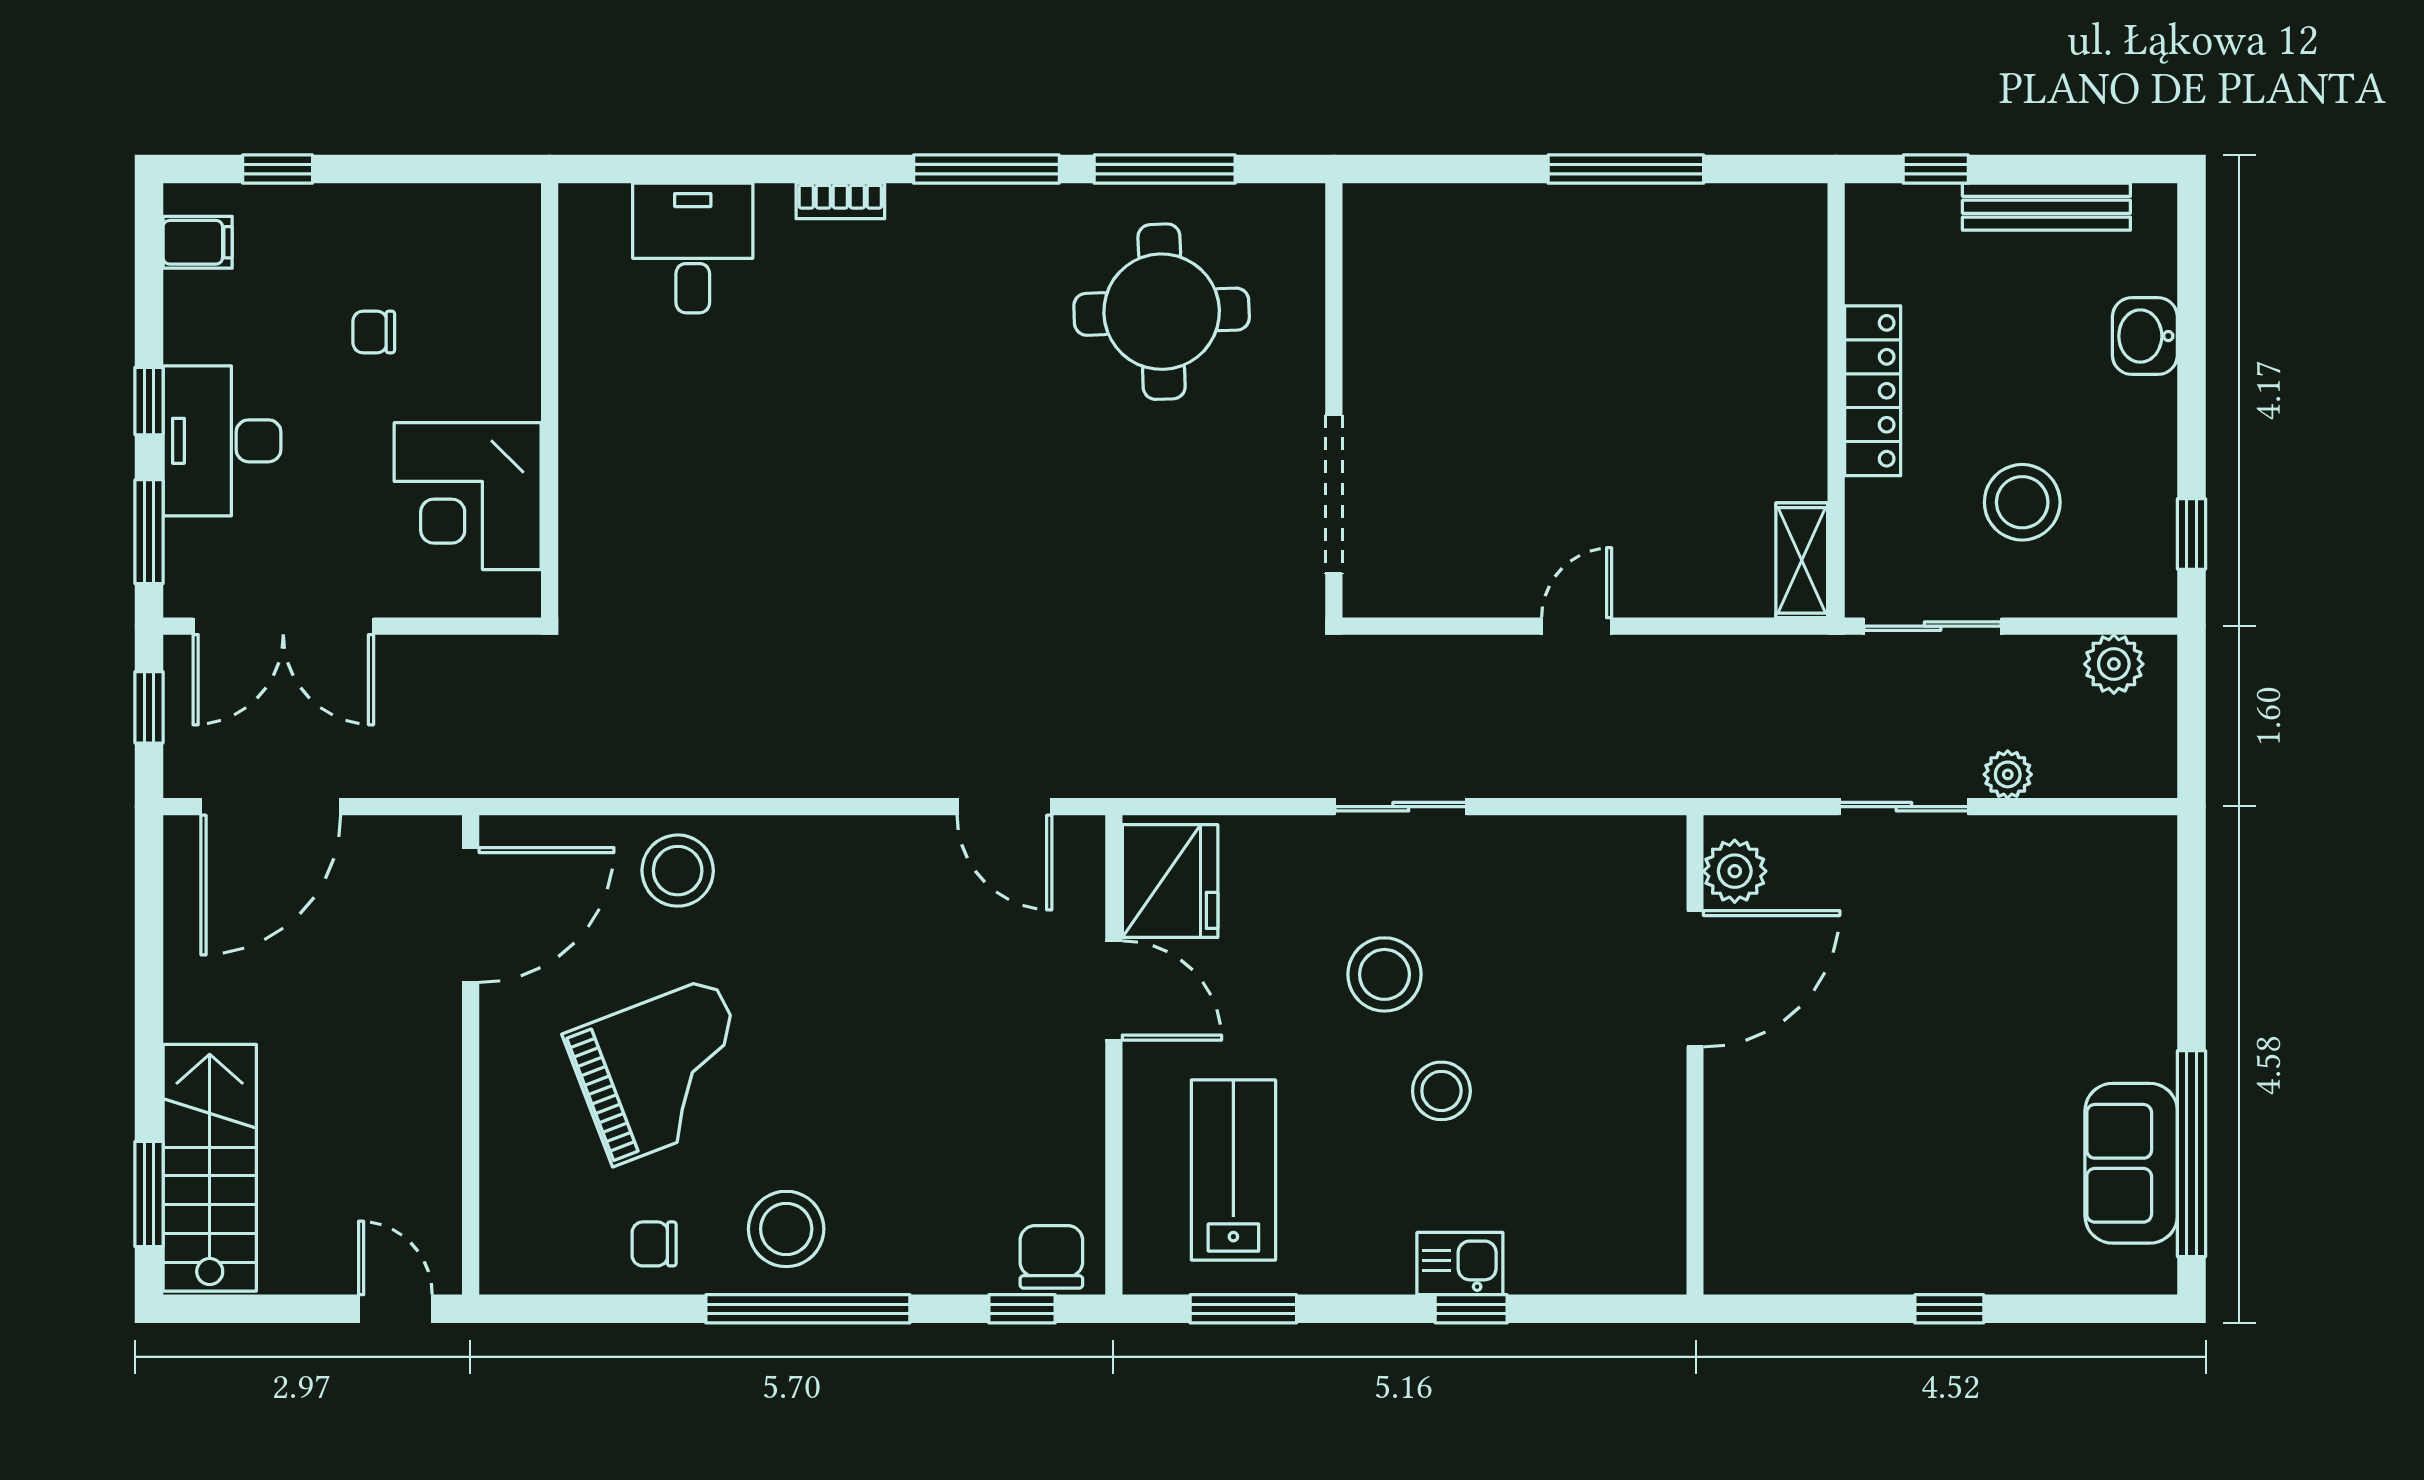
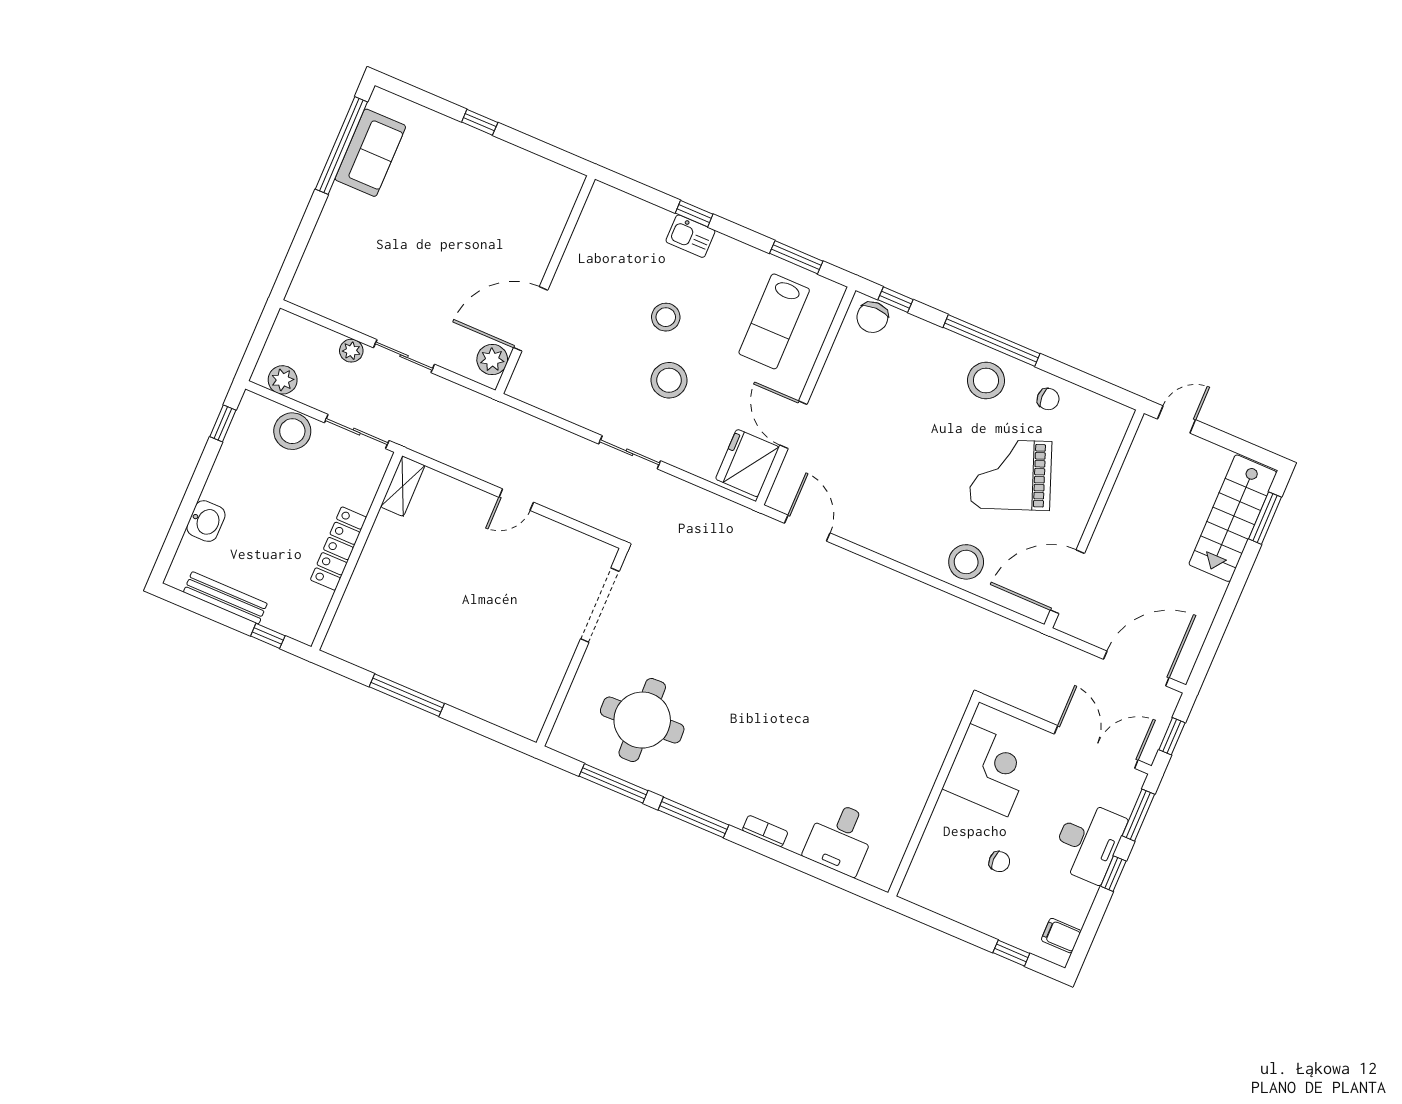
stool: (2022, 502) -> (292, 431), moved
door: (395, 1309) -> (1176, 419), swing flipped

